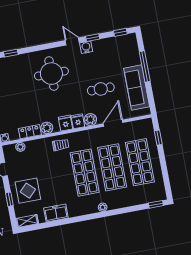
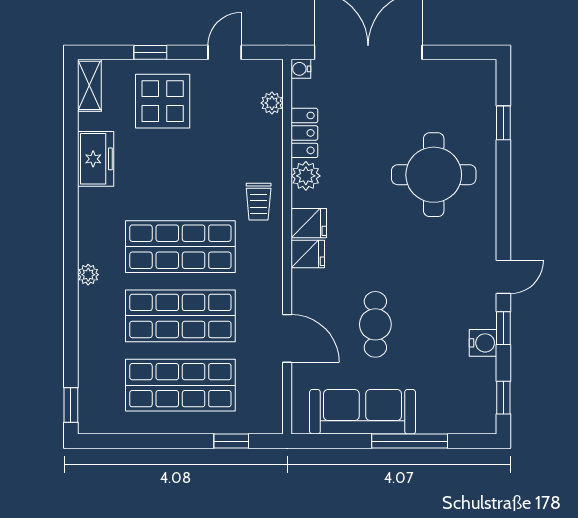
water cooler: (86, 47) -> (483, 343), moved
round table: (51, 74) -> (434, 175), moved
plant: (90, 120) -> (306, 285), removed

